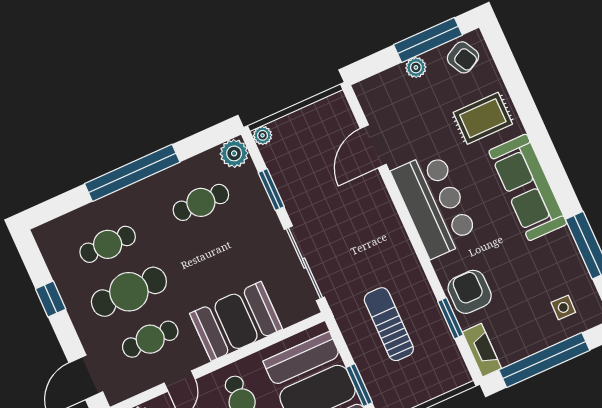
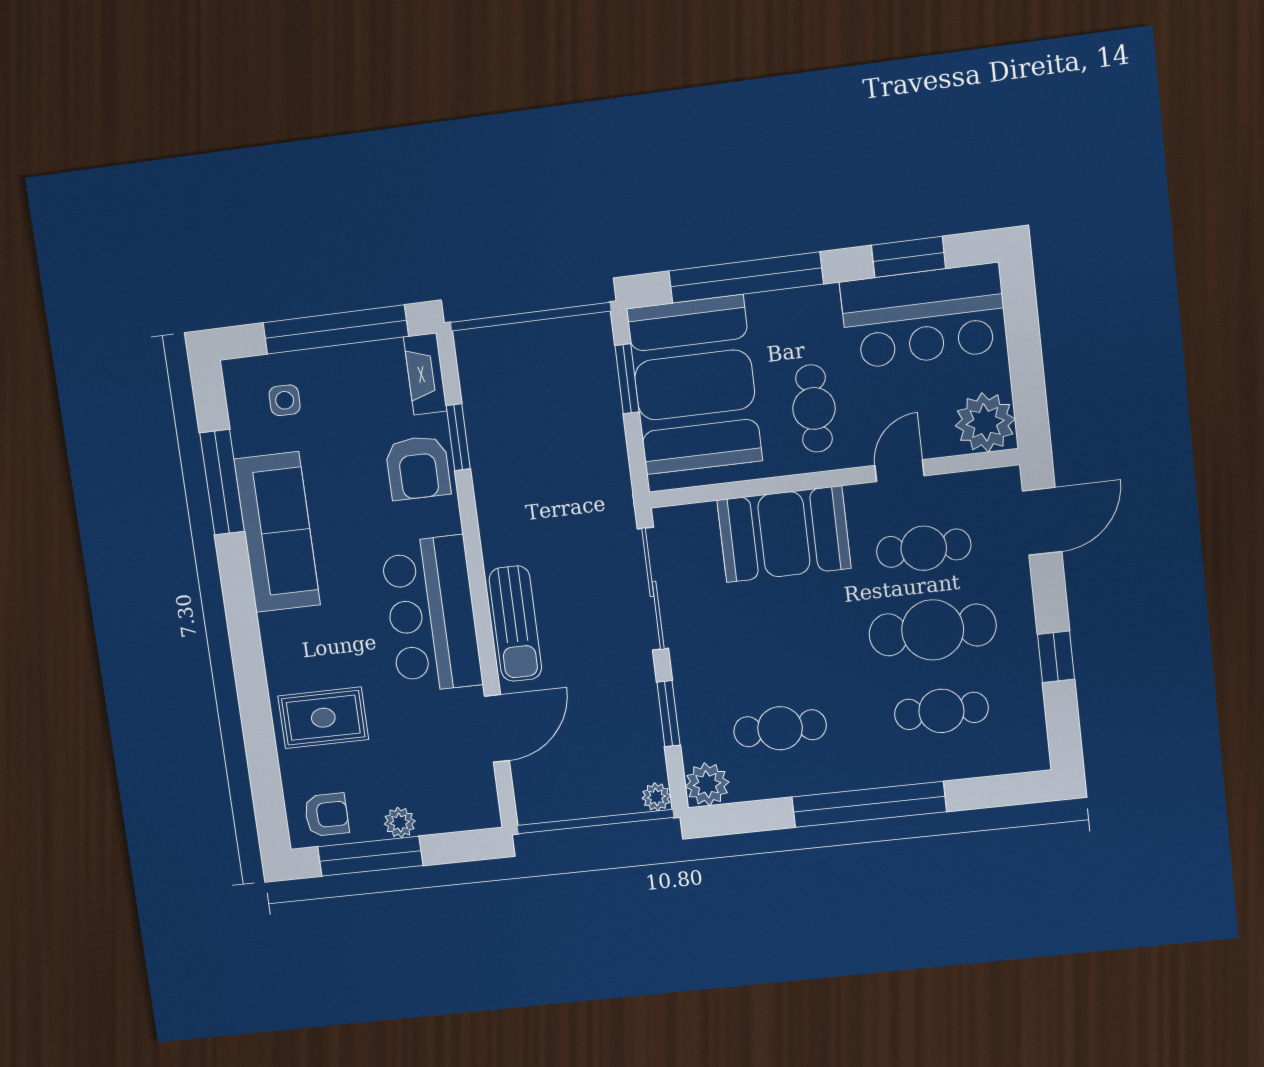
armchair: (463, 57) -> (327, 815), turned 118
sofa: (528, 187) -> (277, 532), moved
sun lounger: (389, 324) -> (515, 624), moved

